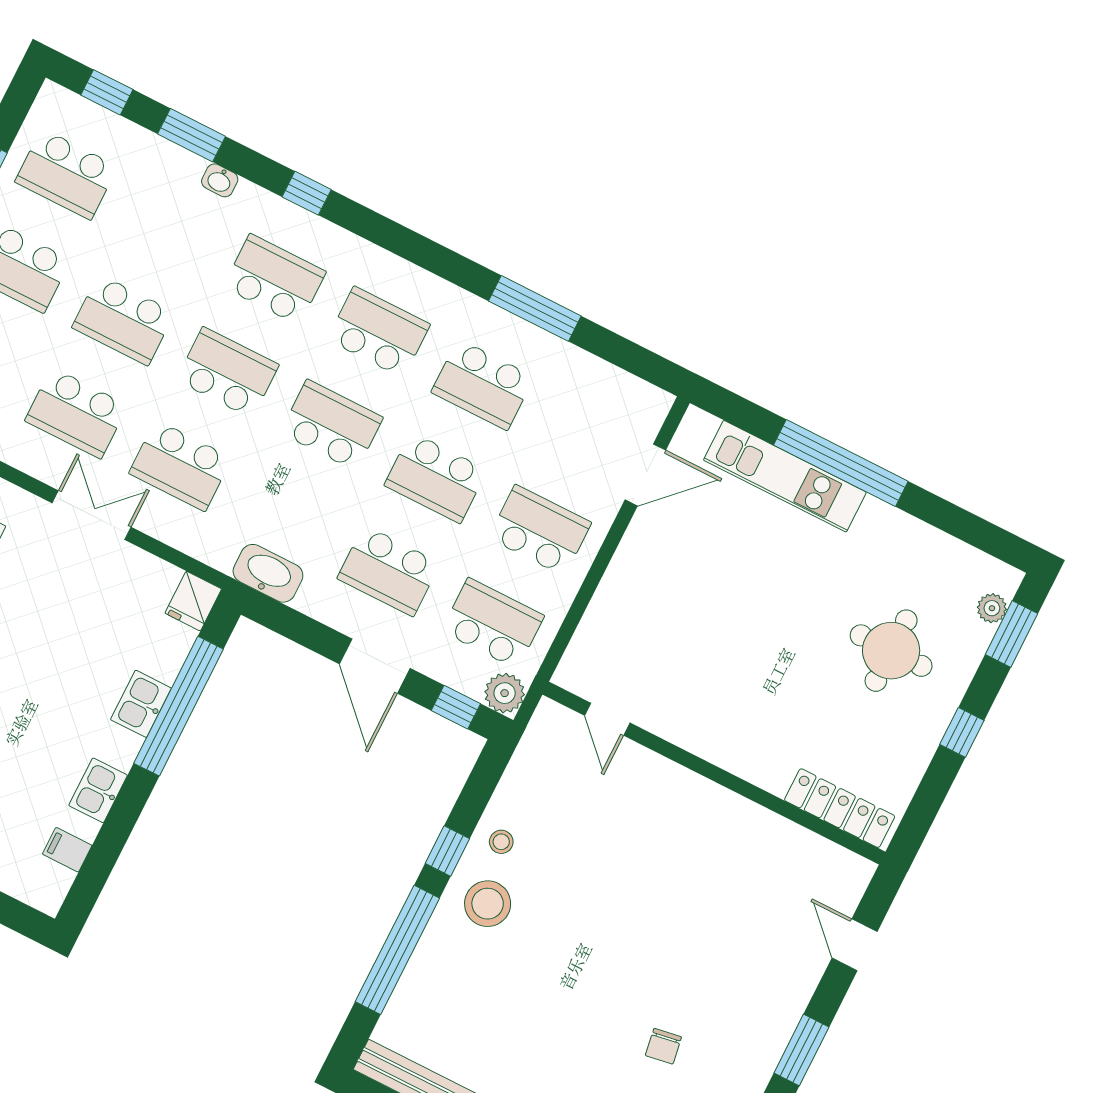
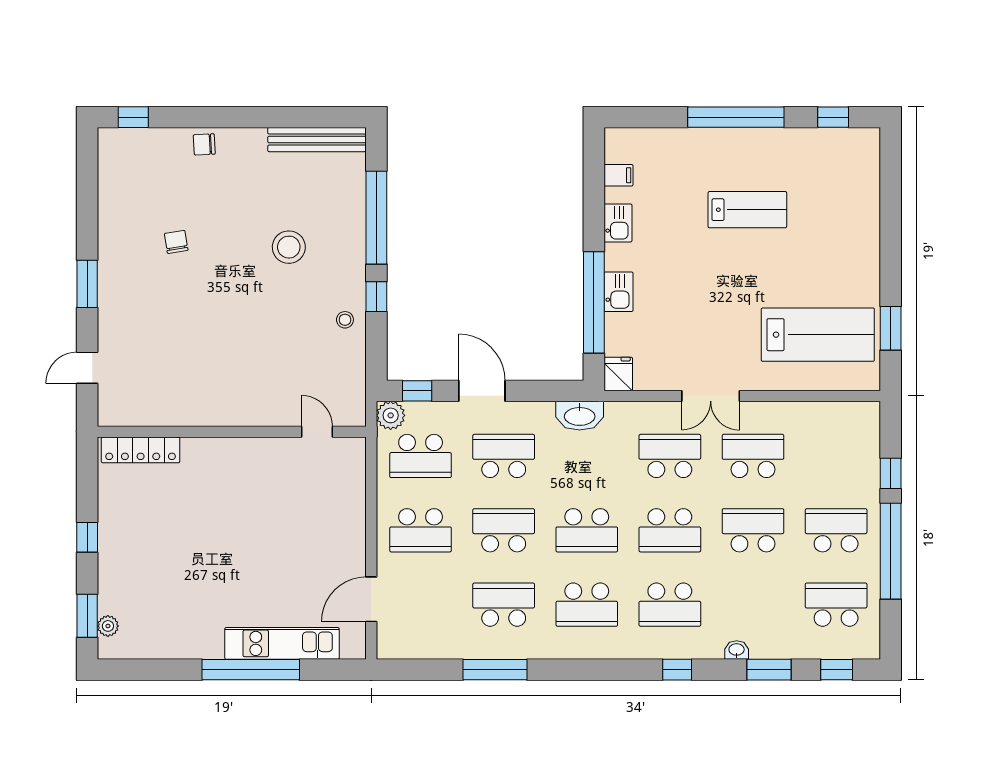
round table: (891, 651) -> (158, 567), removed
stool: (488, 904) -> (289, 247), moved
door: (855, 945) -> (87, 368), swing flipped

